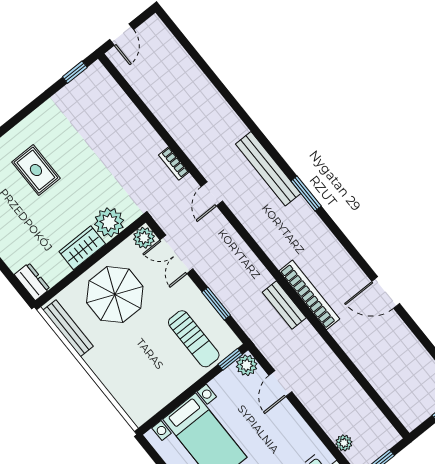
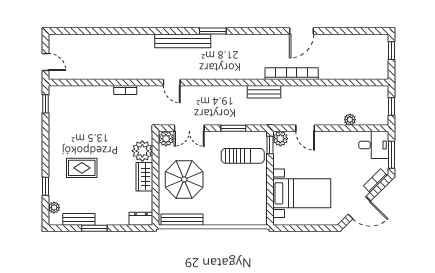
bookcase: (174, 163) -> (125, 90), moved
bookcase: (309, 295) -> (292, 74), moved
plant: (344, 443) -> (350, 120), moved

